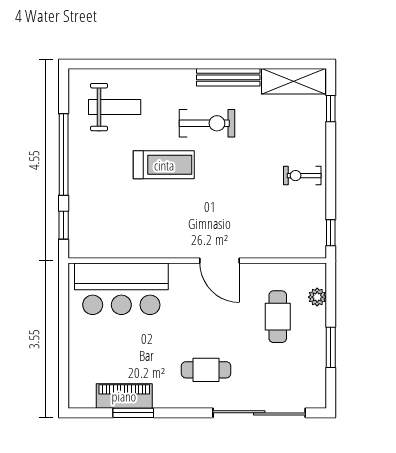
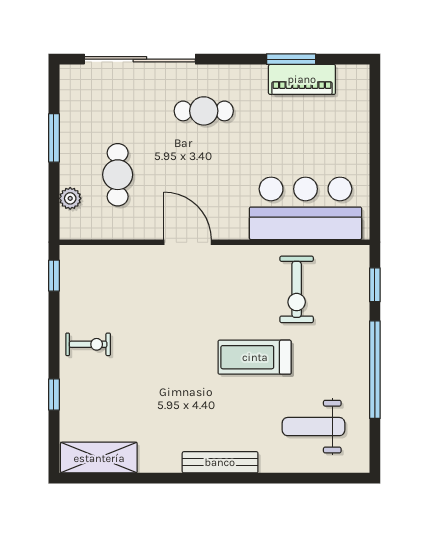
bench: (228, 77) -> (220, 462), moved
window: (331, 109) -> (54, 394), moved
exercise bike: (207, 123) -> (297, 289), moved, turned -90

